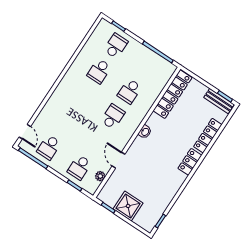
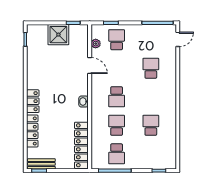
school desk: (116, 46) -> (117, 154), moved
door: (25, 132) -> (178, 39), swing flipped
school desk: (49, 147) -> (151, 68), moved

